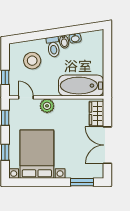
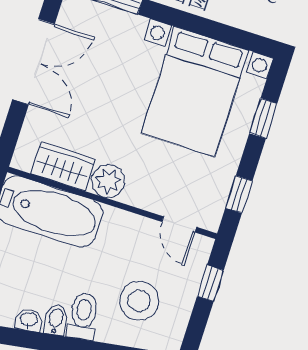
plant: (47, 106) -> (108, 181), moved
wardrobe: (96, 113) -> (63, 167), moved, turned -90

